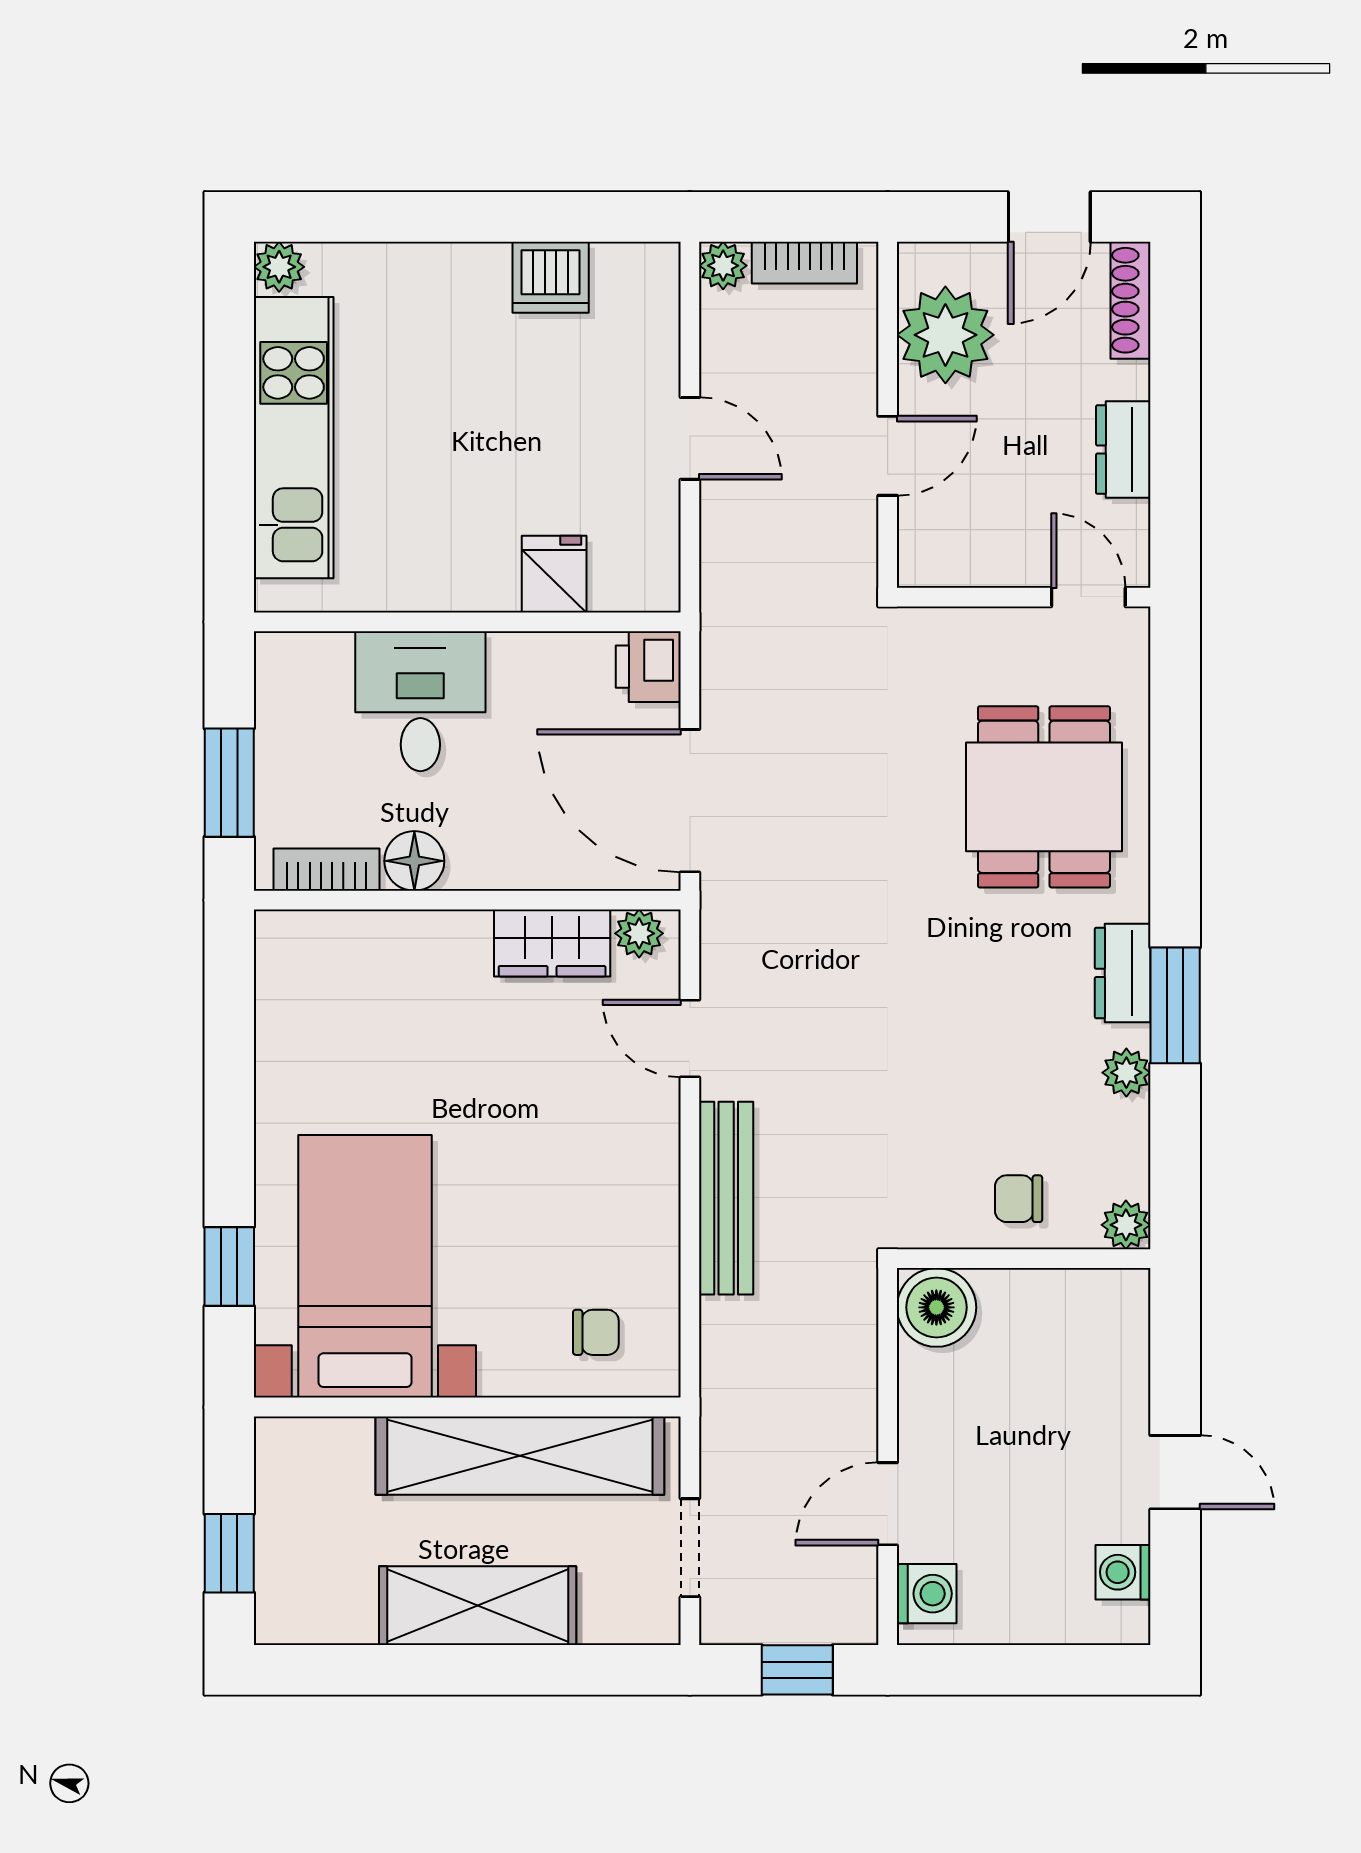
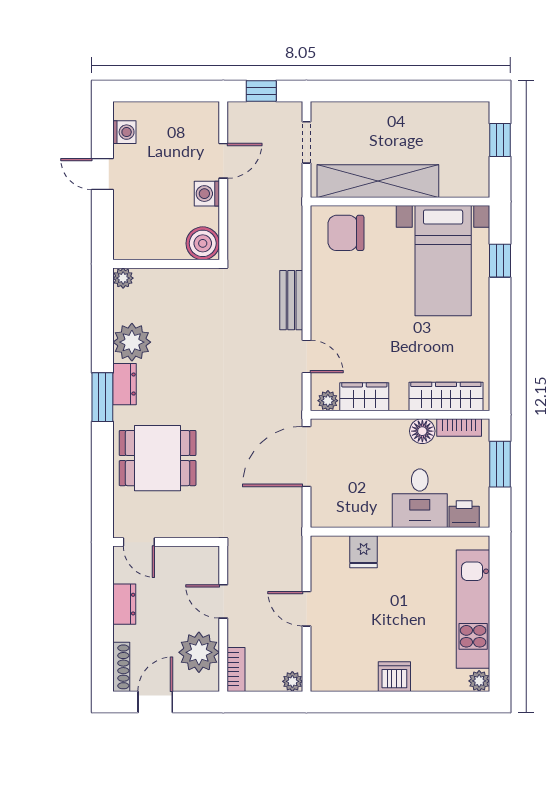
bookcase: (804, 263) -> (236, 669), moved, turned 90
dishwasher: (551, 277) -> (394, 677), moved
door: (888, 456) -> (223, 601), hinge flipped
printer: (648, 667) -> (464, 514), moved, turned -90
dining table: (1044, 797) -> (158, 458), turned 90
door: (690, 801) -> (306, 456), swing flipped
wardrobe: (358, 943) -> (446, 396), added
window: (1175, 1005) -> (102, 397), moved
plant: (1126, 1073) -> (132, 342), width x1.88, depth x1.88
bench: (726, 1198) -> (291, 300), width x0.73
chair: (1019, 1199) -> (168, 289), removed
chair: (596, 1332) -> (346, 233), width x1.87, depth x1.87
washing machine: (927, 1594) -> (207, 194), moved
shelving: (478, 1606) -> (396, 118), removed

